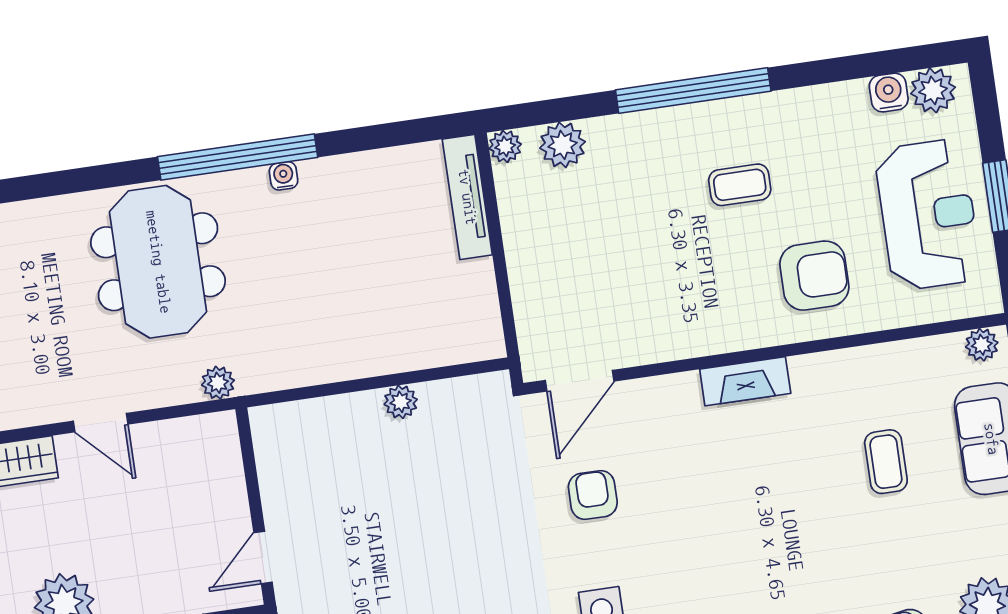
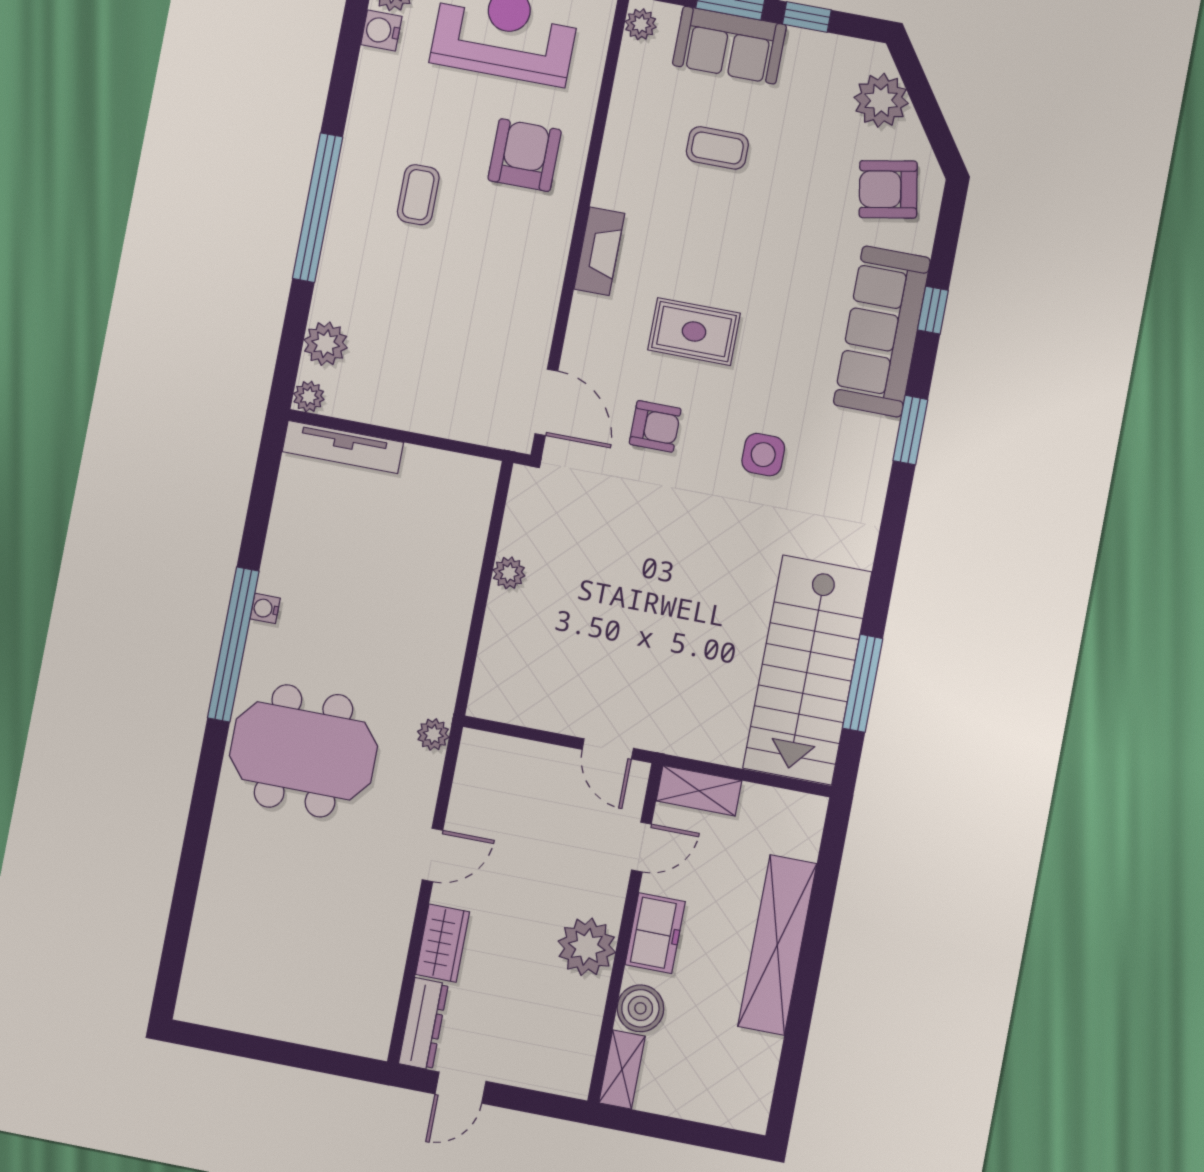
armchair: (593, 495) -> (655, 426), turned 180
rug: (698, 501) -> (694, 332), added

